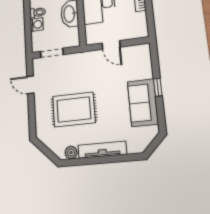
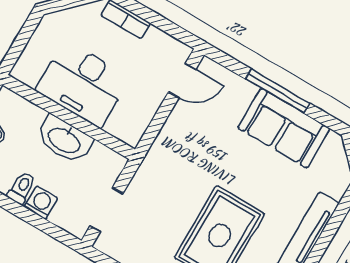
door: (111, 45) -> (182, 81), moved
window: (158, 87) -> (277, 91), width x2.17

